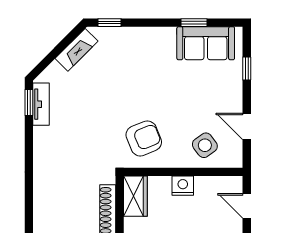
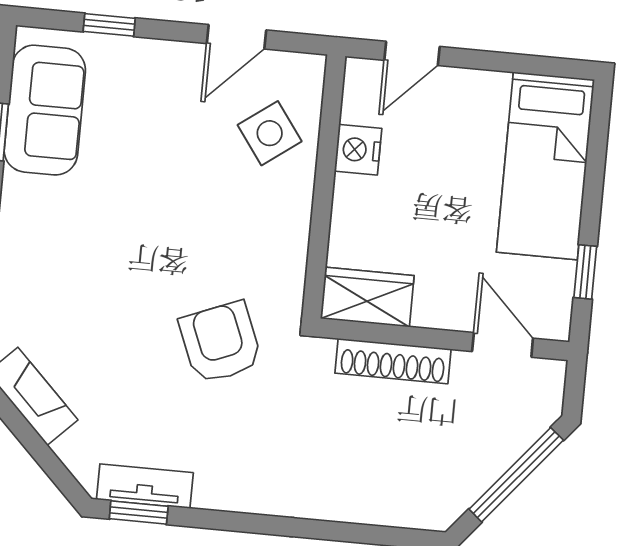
armchair: (144, 138) -> (220, 342), moved
nightstand: (183, 186) -> (358, 150), moved

